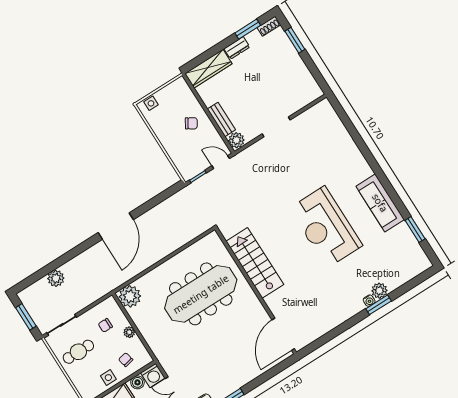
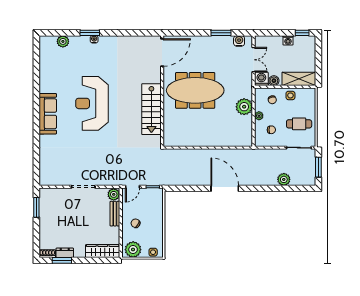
window: (295, 40) -> (36, 207), moved
dresser: (237, 48) -> (65, 253), moved
plant: (175, 92) -> (133, 250), added
door: (221, 162) -> (132, 187), hinge flipped
sofa: (380, 203) -> (48, 114), moved
door: (116, 226) -> (225, 188), hinge flipped
reception desk: (326, 227) -> (92, 103), turned 180
window: (415, 230) -> (36, 66), removed
plant: (379, 291) -> (63, 41), moved
meeting table: (201, 294) -> (195, 90), moved
plant: (130, 296) -> (244, 107), moved

